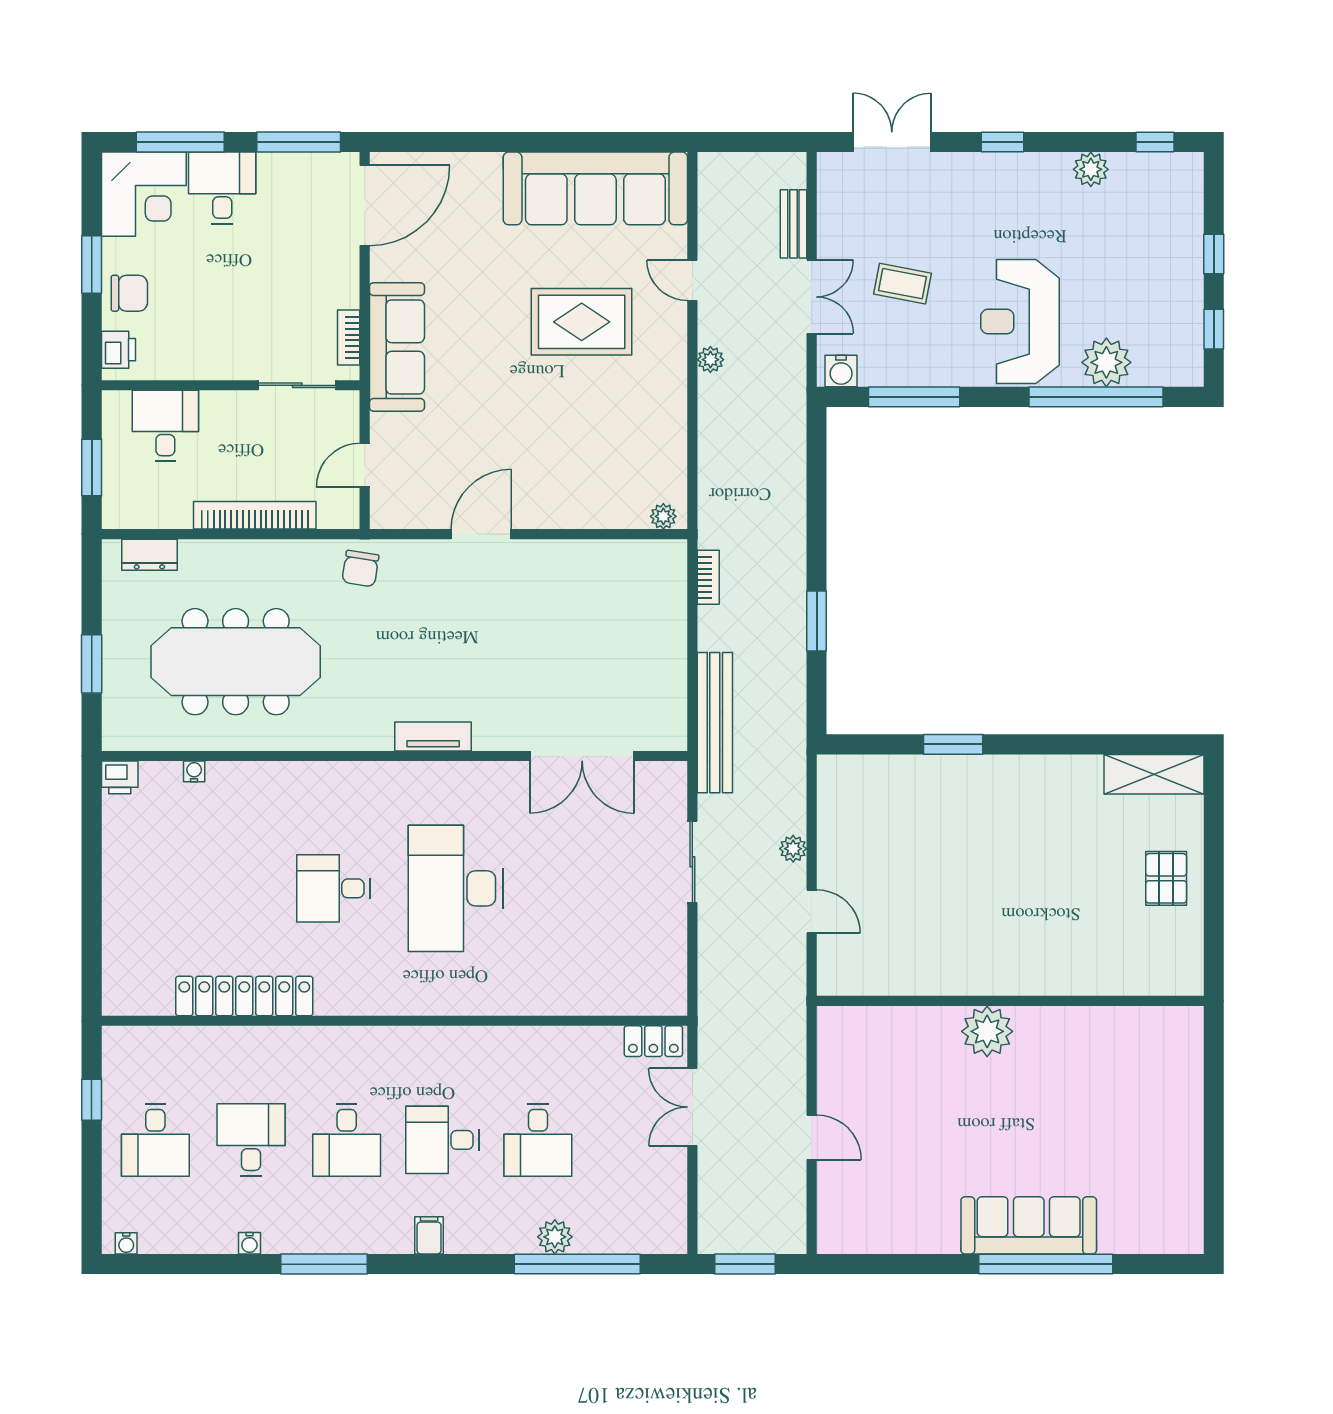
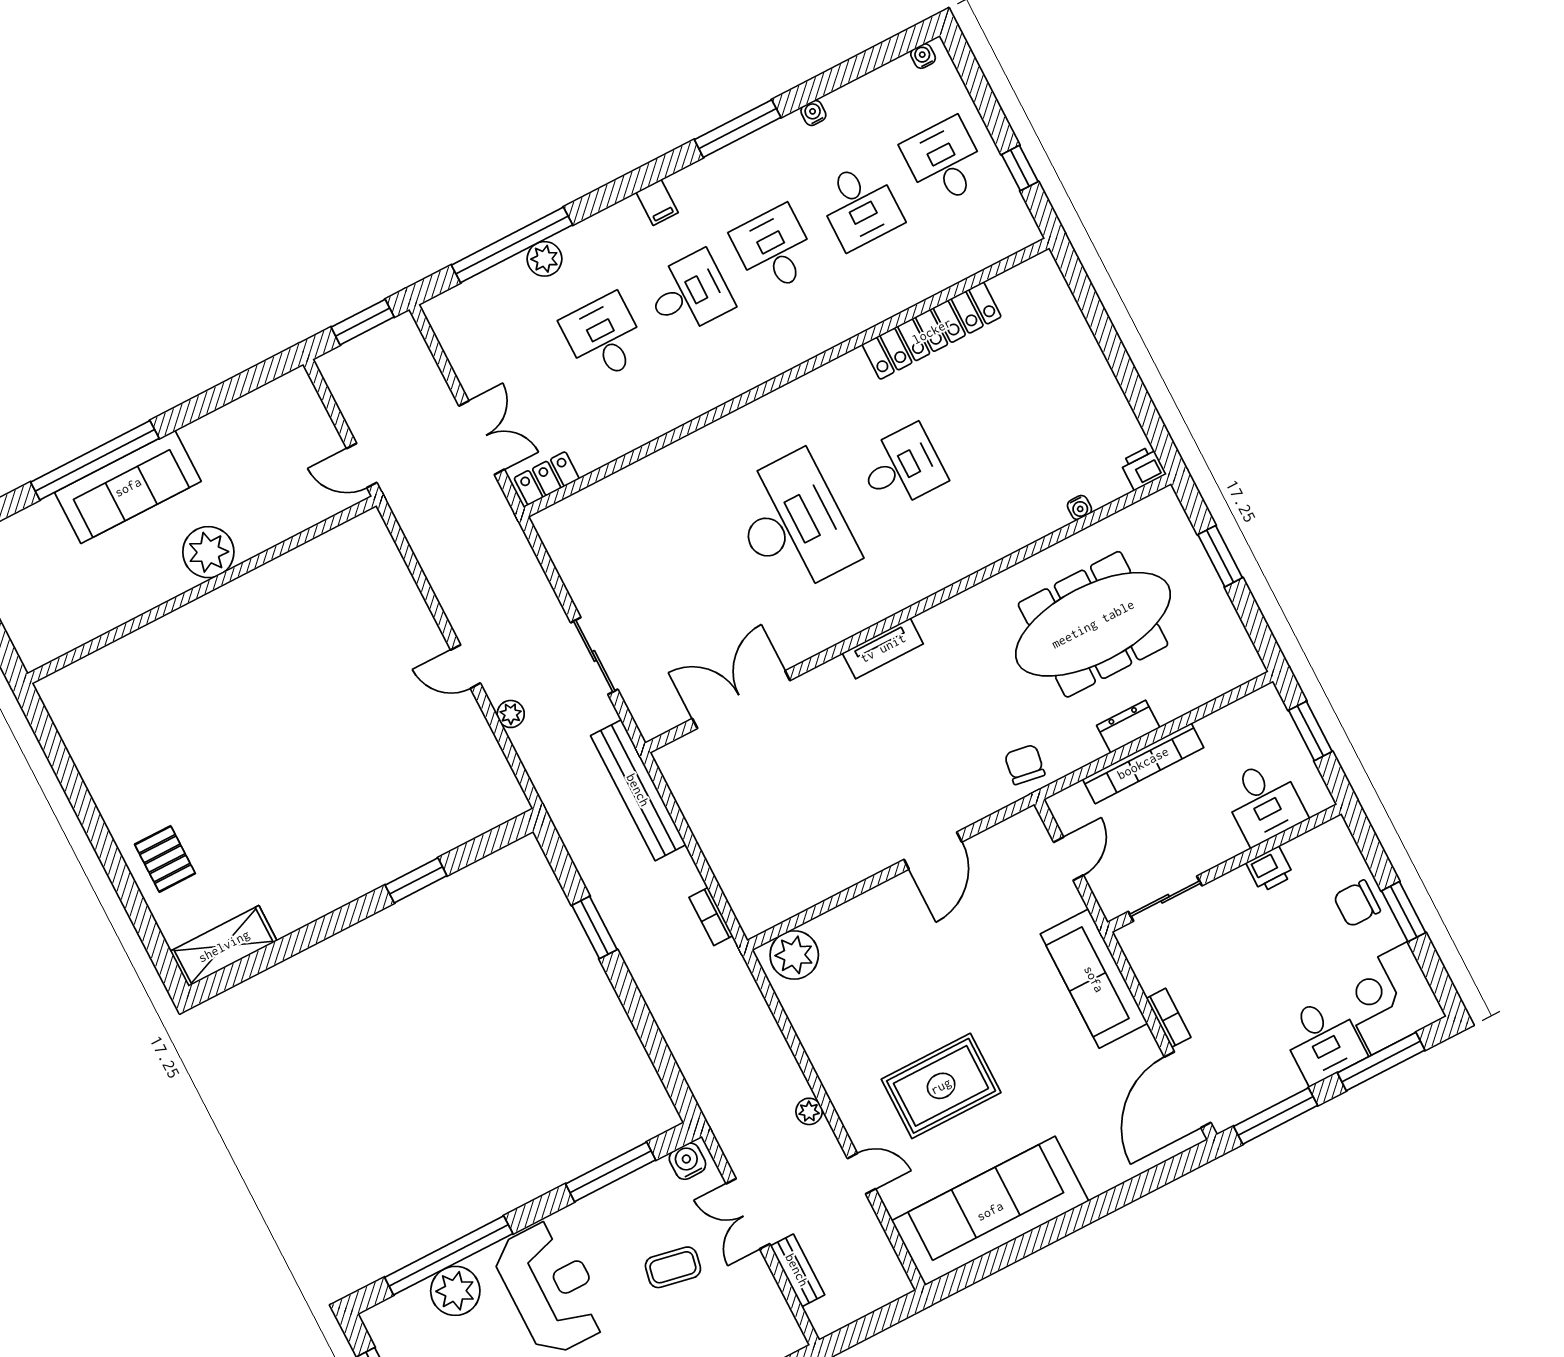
bookcase: (349, 337) -> (1169, 1018), moved
printer: (118, 350) -> (1270, 869), moved, turned -90
plant: (663, 516) -> (794, 955), width x1.87, depth x1.87
dresser: (149, 555) -> (1128, 727), moved
wall: (1010, 1001) -> (202, 590), moved
plant: (987, 1031) -> (208, 552), moved

